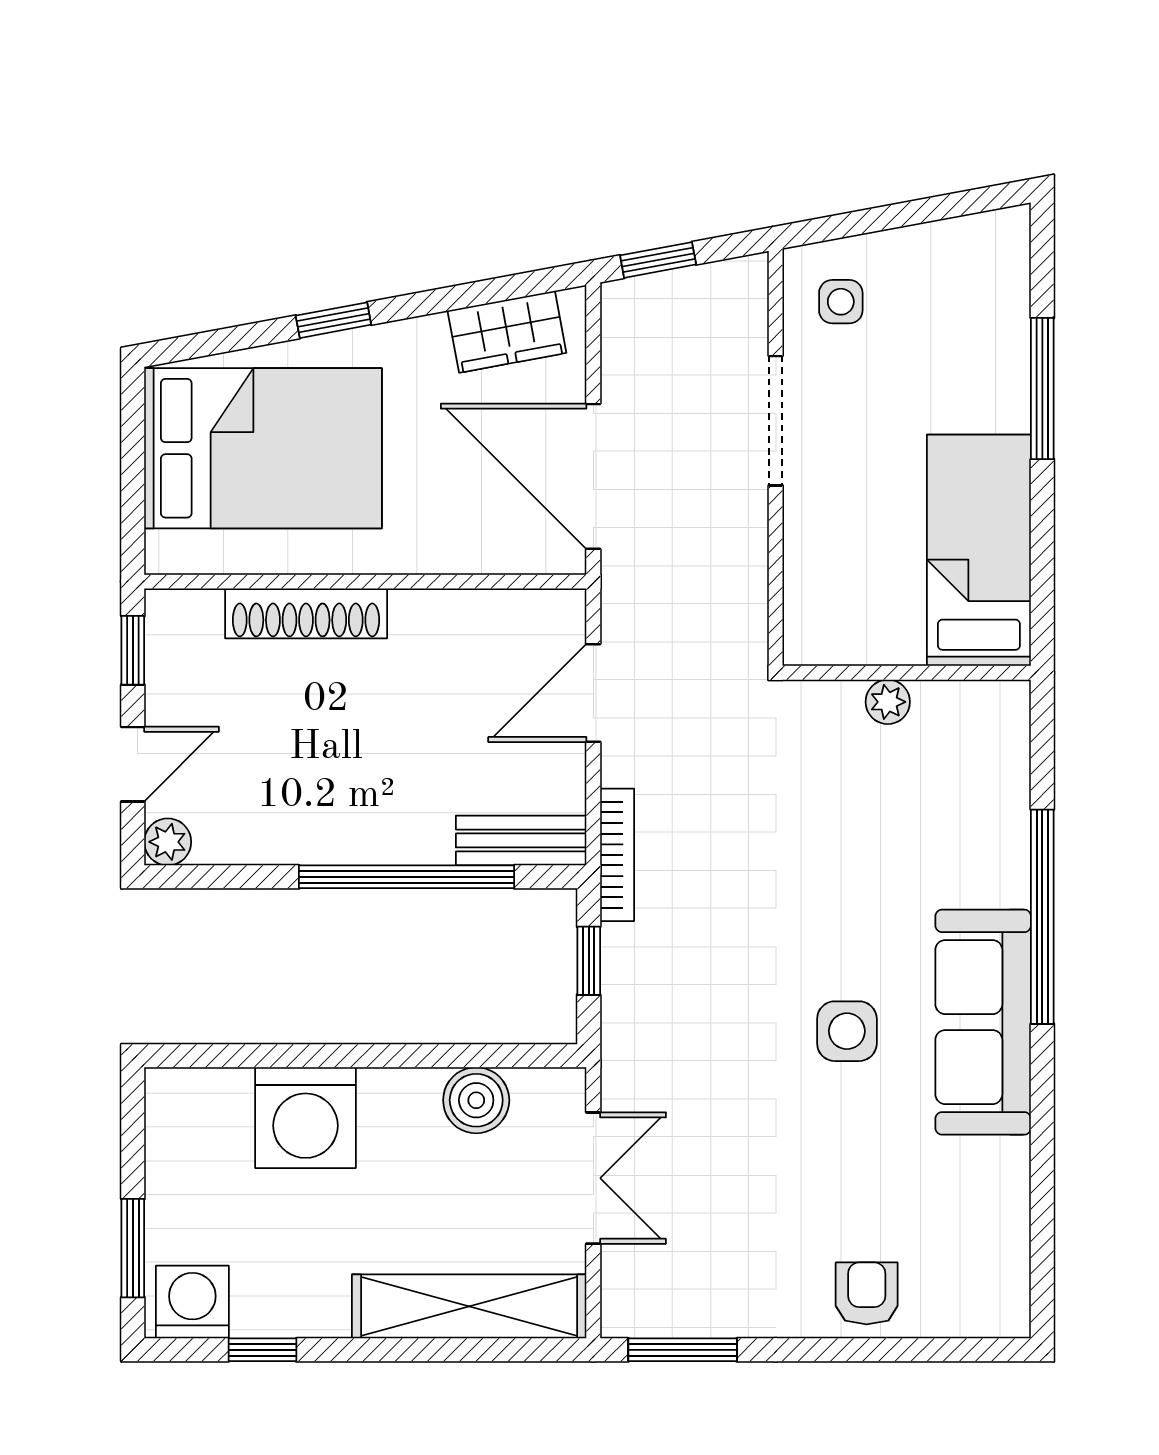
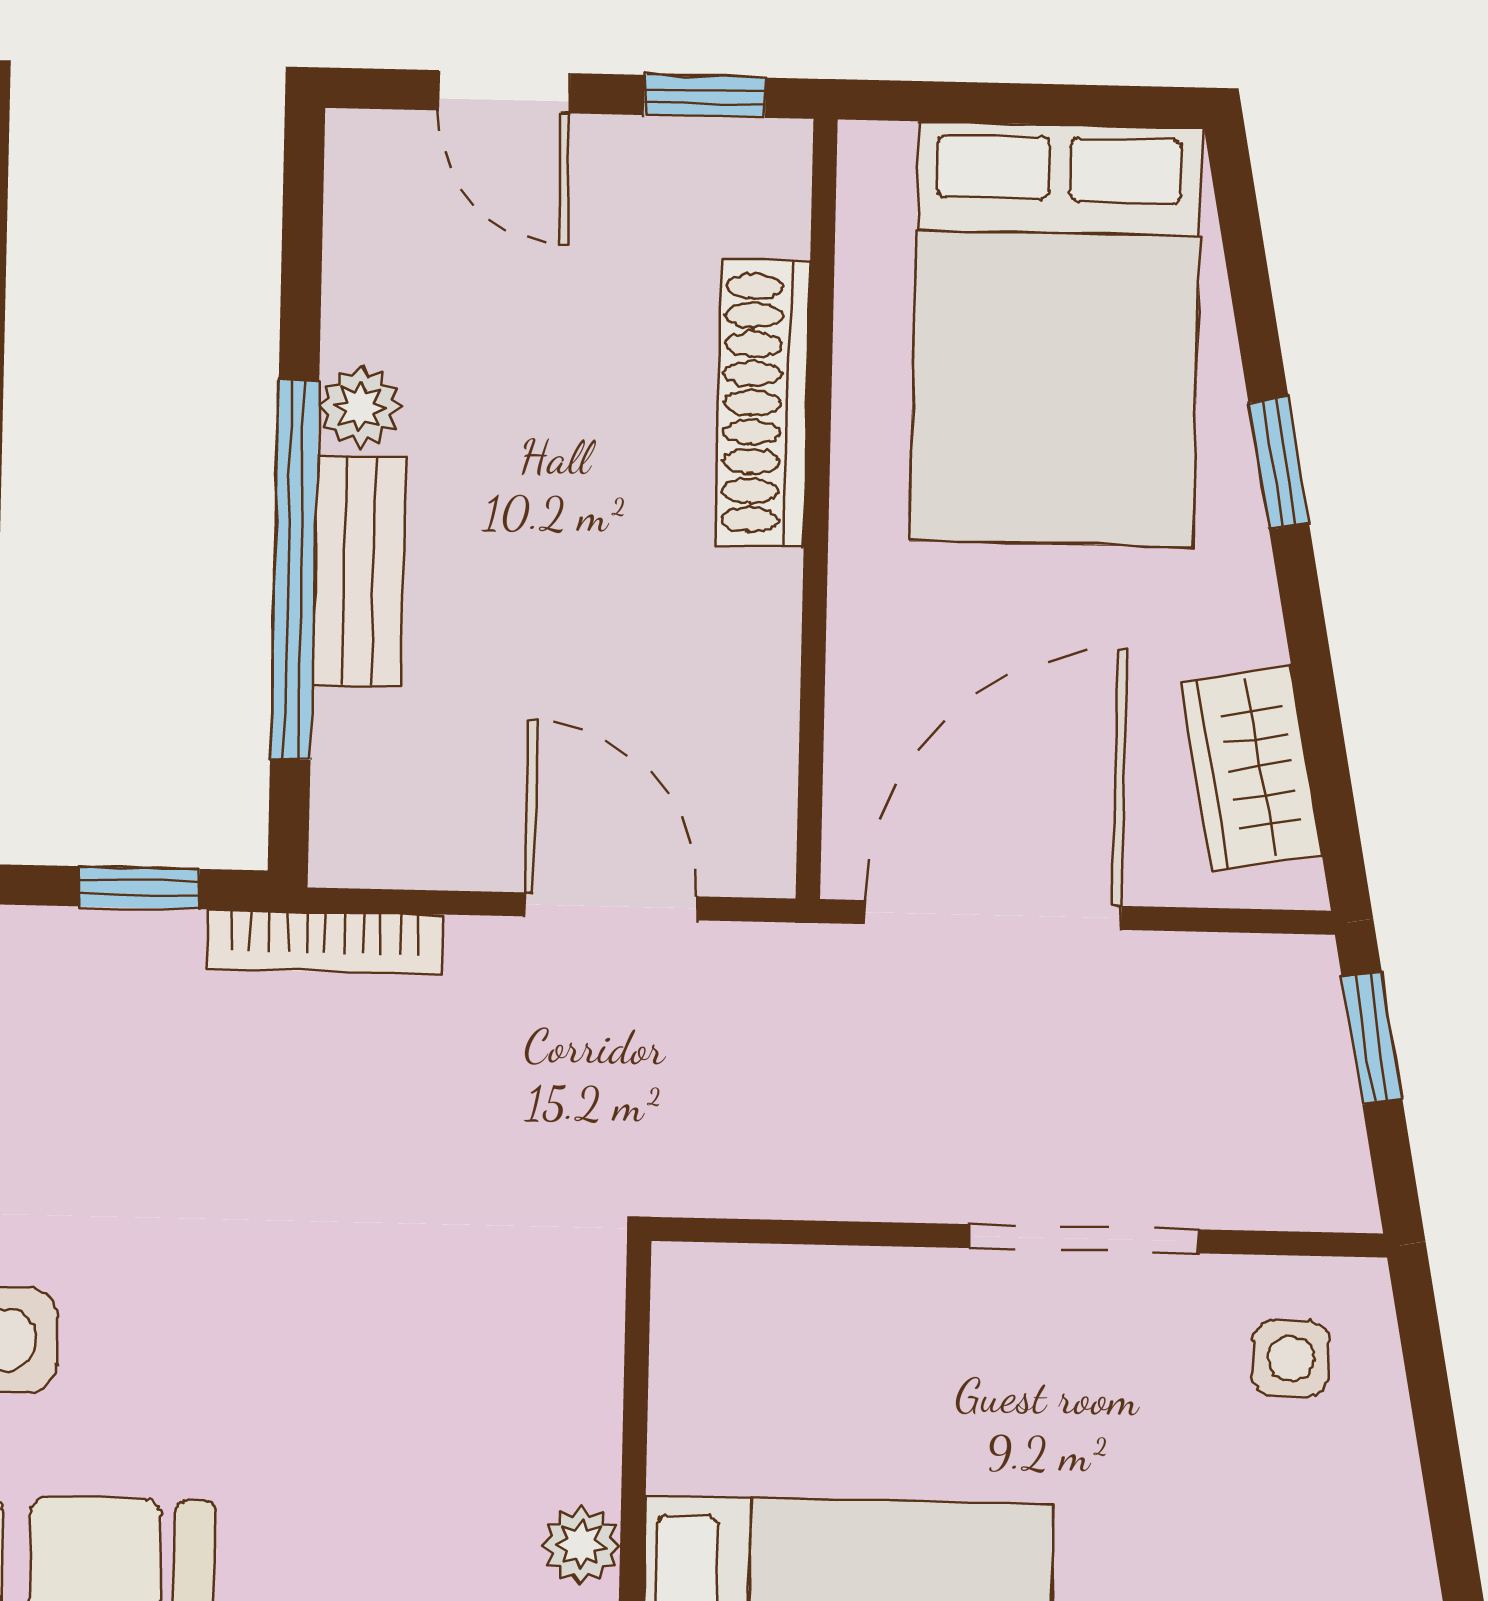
plant: (888, 702) -> (581, 1545), moved
bench: (521, 840) -> (359, 571), moved
plant: (168, 842) -> (360, 407), moved

